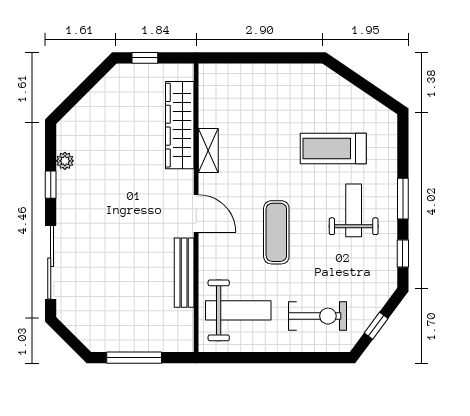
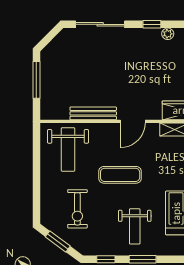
weight bench: (354, 210) -> (135, 226), turned 90
exercise bike: (318, 316) -> (77, 209), moved
window: (376, 326) -> (58, 241), width x1.50

